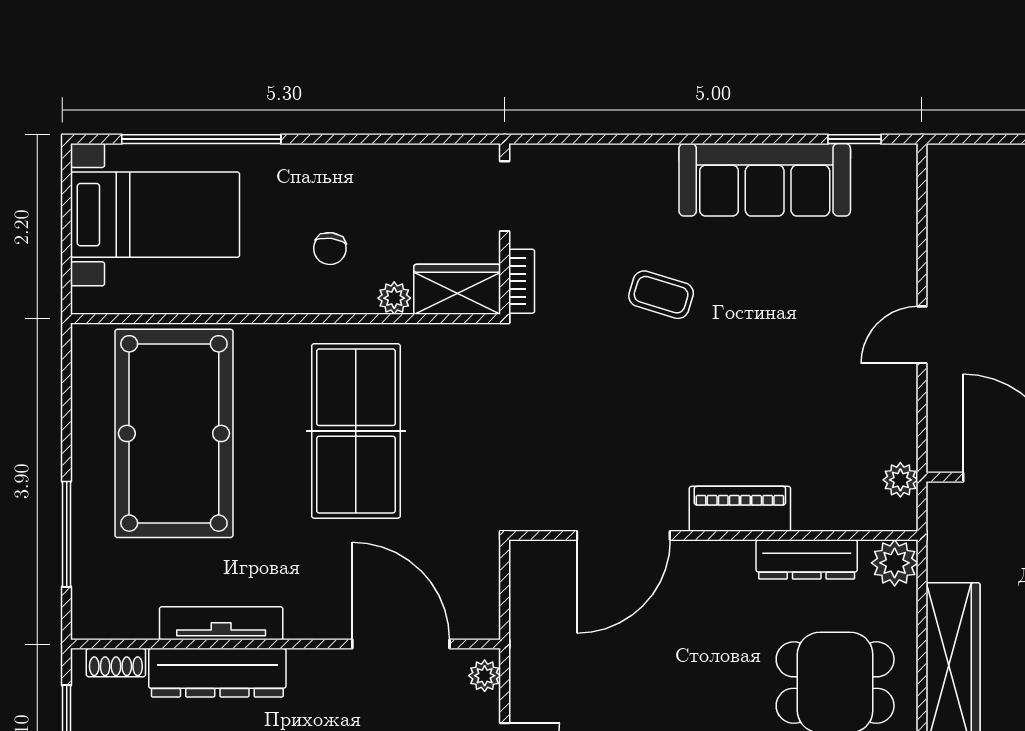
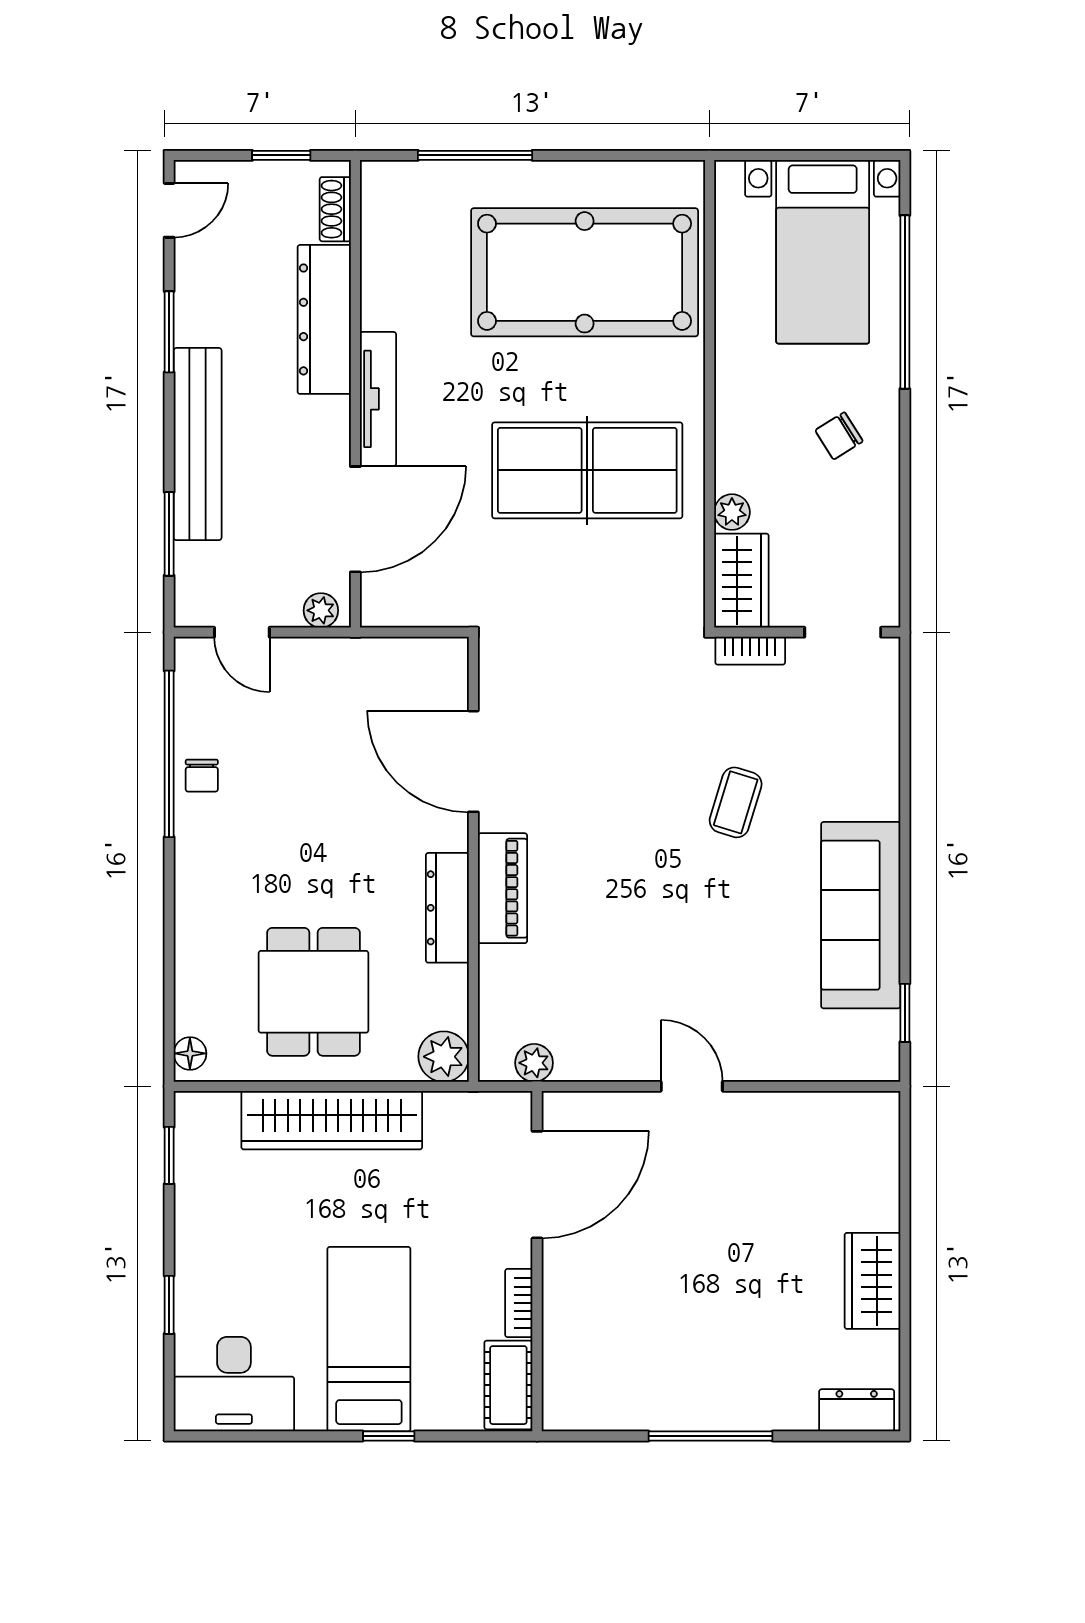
chair: (330, 249) -> (839, 436), moved, turned -39
dresser: (807, 559) -> (447, 908), moved
tv unit: (221, 623) -> (378, 399), moved

